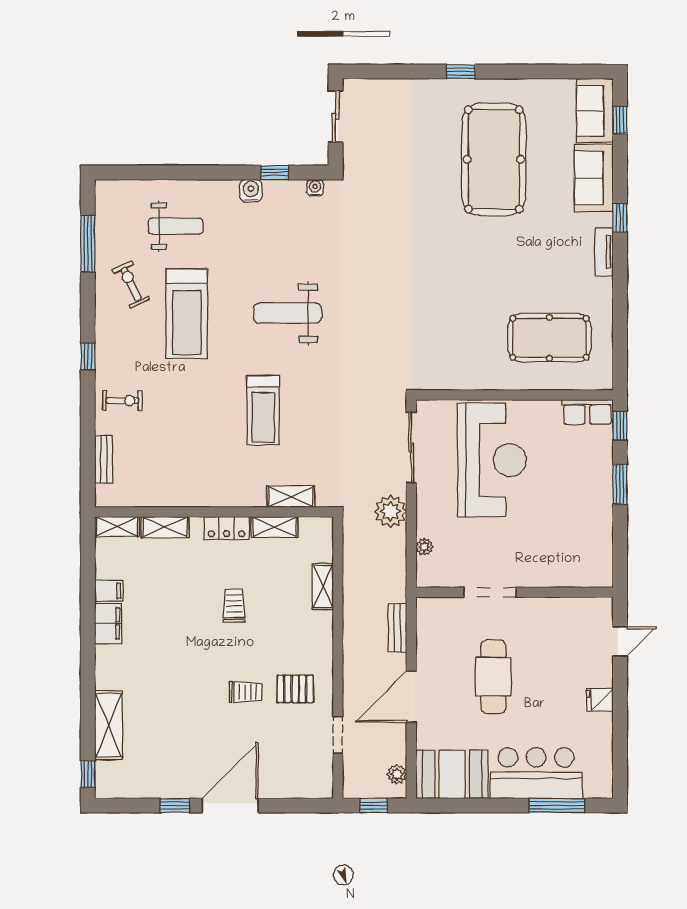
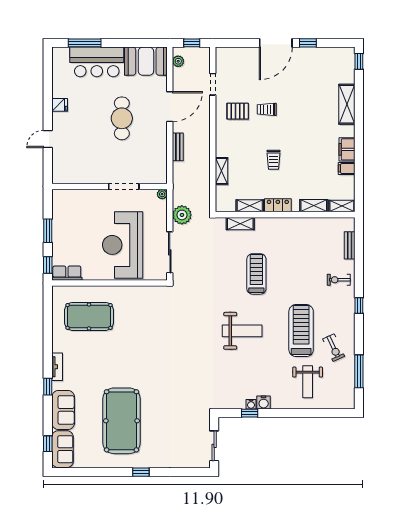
water cooler: (315, 188) -> (251, 404), moved
weight bench: (176, 226) -> (308, 382), turned -90
doorway: (490, 592) -> (124, 186), moved
wall: (514, 592) -> (109, 186), moved
shelving: (109, 725) -> (347, 104), moved

